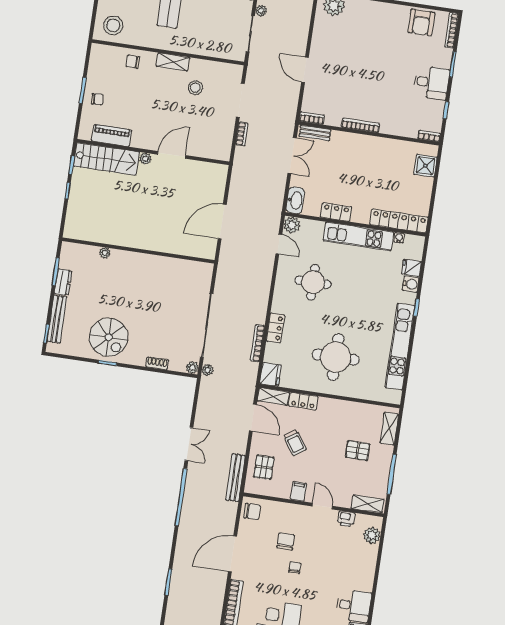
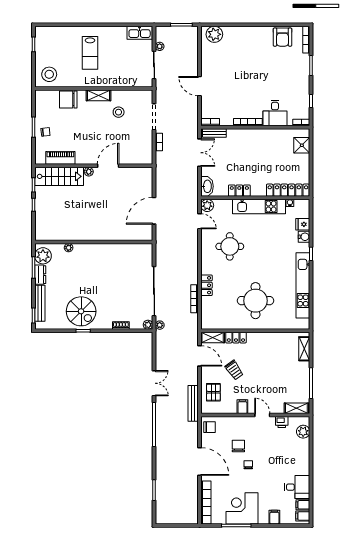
chair: (133, 62) -> (68, 100), width x1.87, depth x1.87
desk: (431, 83) -> (275, 113), moved, turned 90
plant: (70, 258) -> (43, 256), added
fridge: (271, 375) -> (208, 321), removed
pallet: (358, 451) -> (283, 369), removed
door: (233, 554) -> (200, 462), swing flipped

